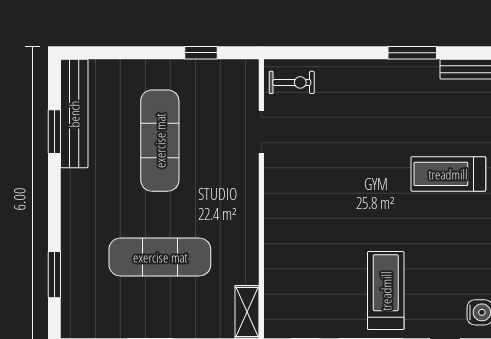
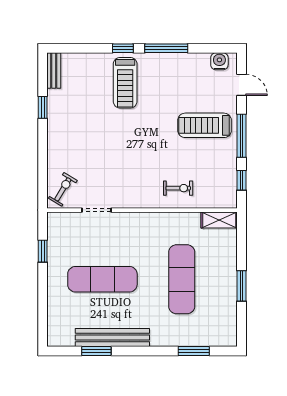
window: (412, 53) -> (43, 107), width x0.67
exercise bike: (292, 82) -> (63, 189), turned 31
bench: (74, 114) -> (112, 337), moved
exercise bike: (294, 252) -> (178, 188), added

